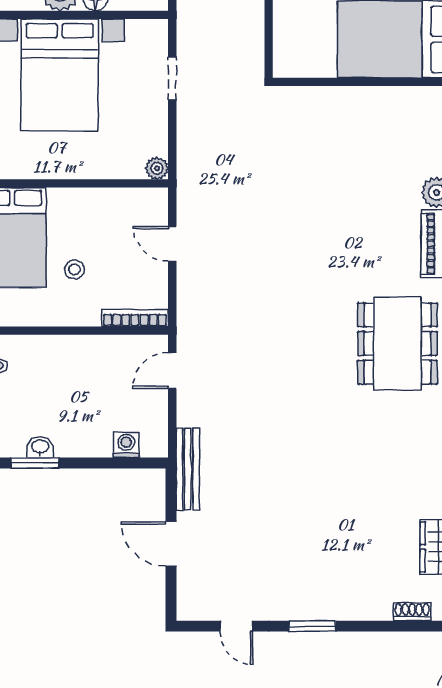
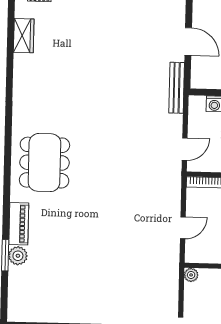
door: (172, 244) -> (183, 228), hinge flipped

